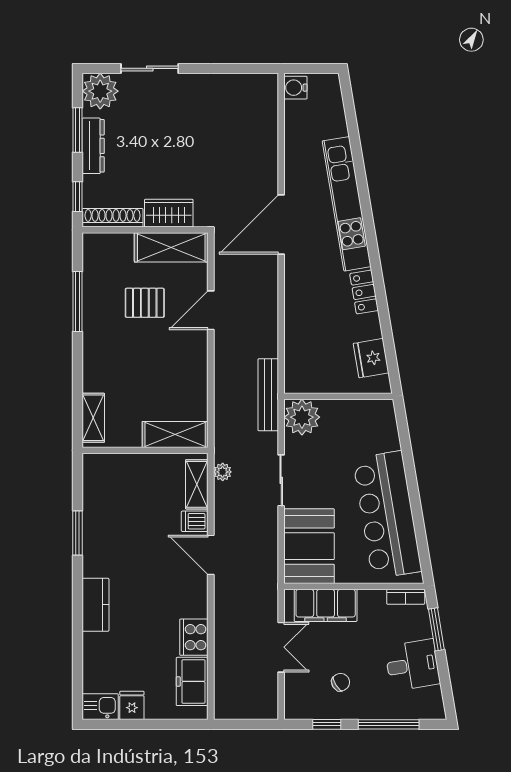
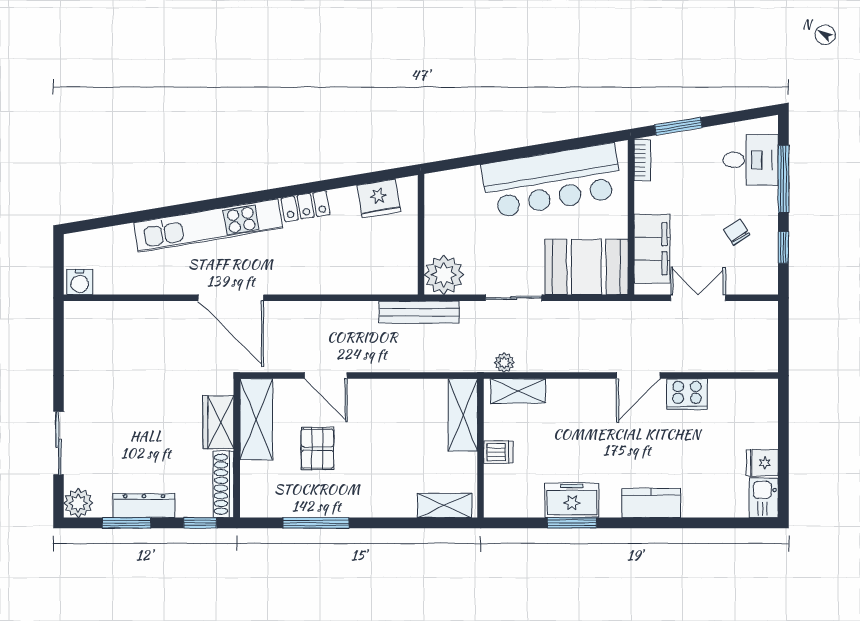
plant: (100, 91) -> (78, 503), width x0.73, depth x0.73
dishwasher: (195, 521) -> (498, 452), moved, turned -90
door: (211, 555) -> (638, 376), moved
desk: (412, 665) -> (751, 160), moved, turned 99
freezer: (192, 681) -> (572, 500), moved, turned 180

